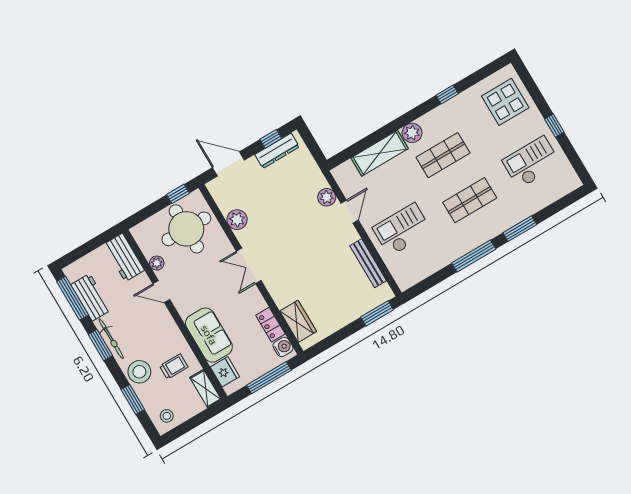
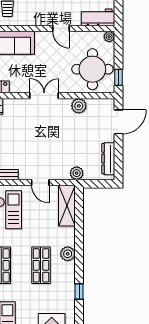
window: (271, 139) -> (118, 159), removed
shelving: (380, 153) -> (67, 206), moved
plant: (327, 197) -> (77, 173), moved
plant: (157, 263) -> (109, 37), moved
door: (161, 292) -> (61, 29), swing flipped

